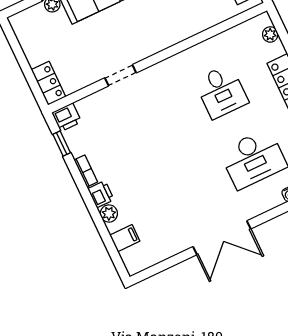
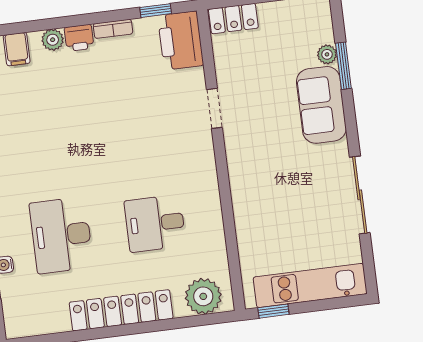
plant: (270, 34) -> (203, 296), width x1.88, depth x1.88
printer: (67, 117) -> (181, 40), width x1.87, depth x1.48

